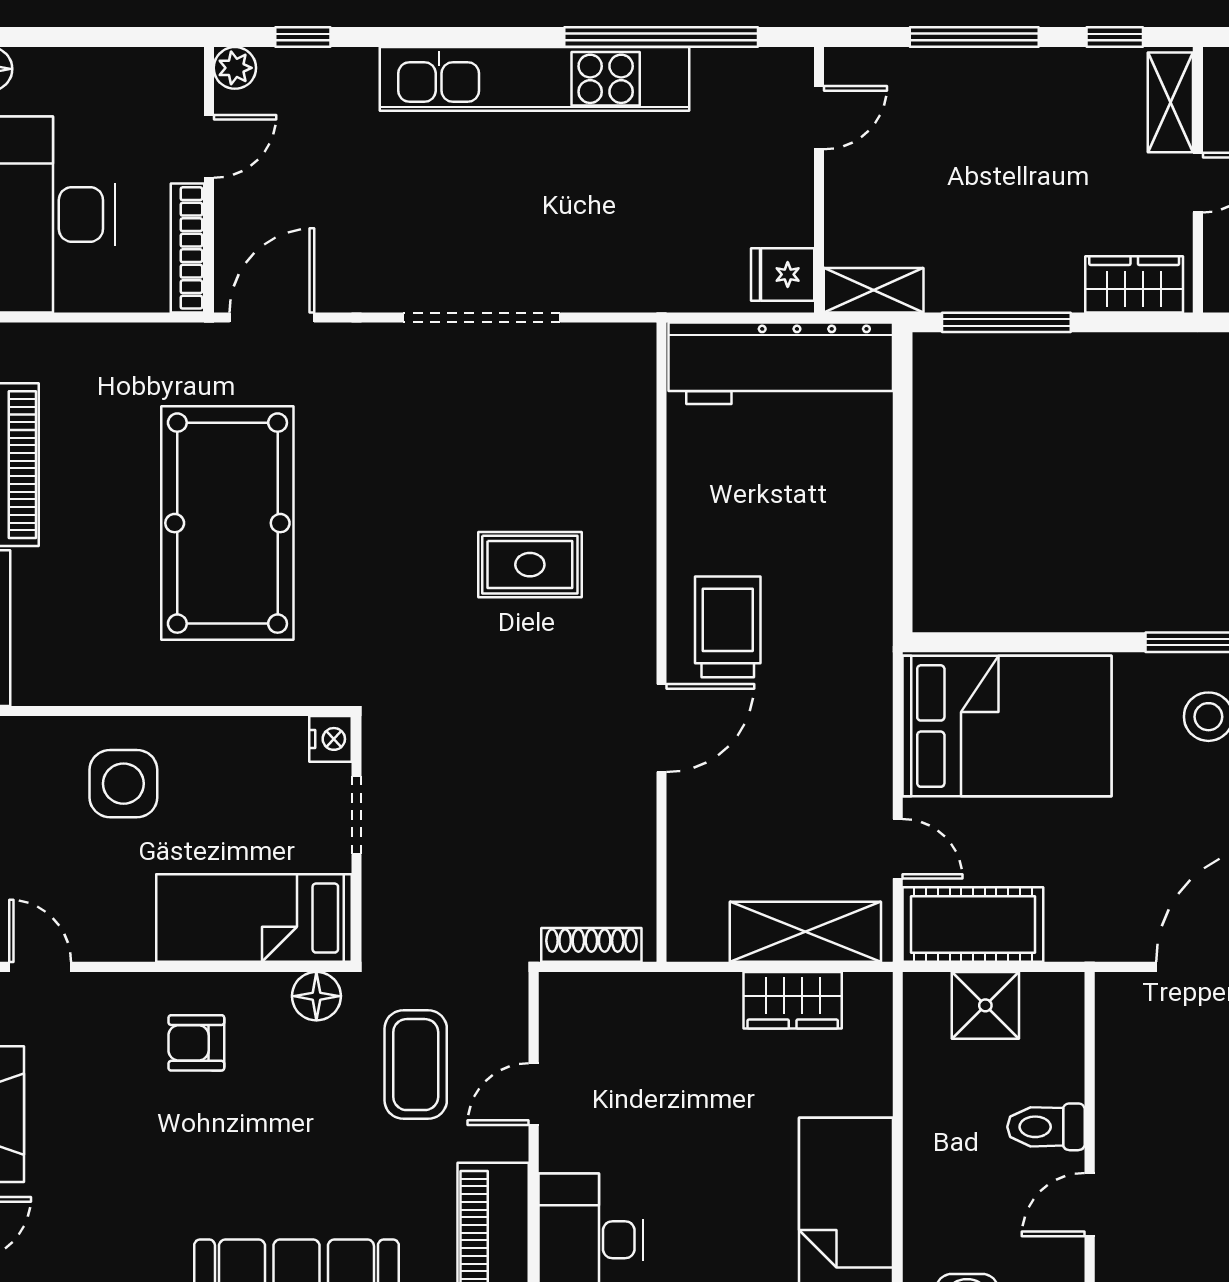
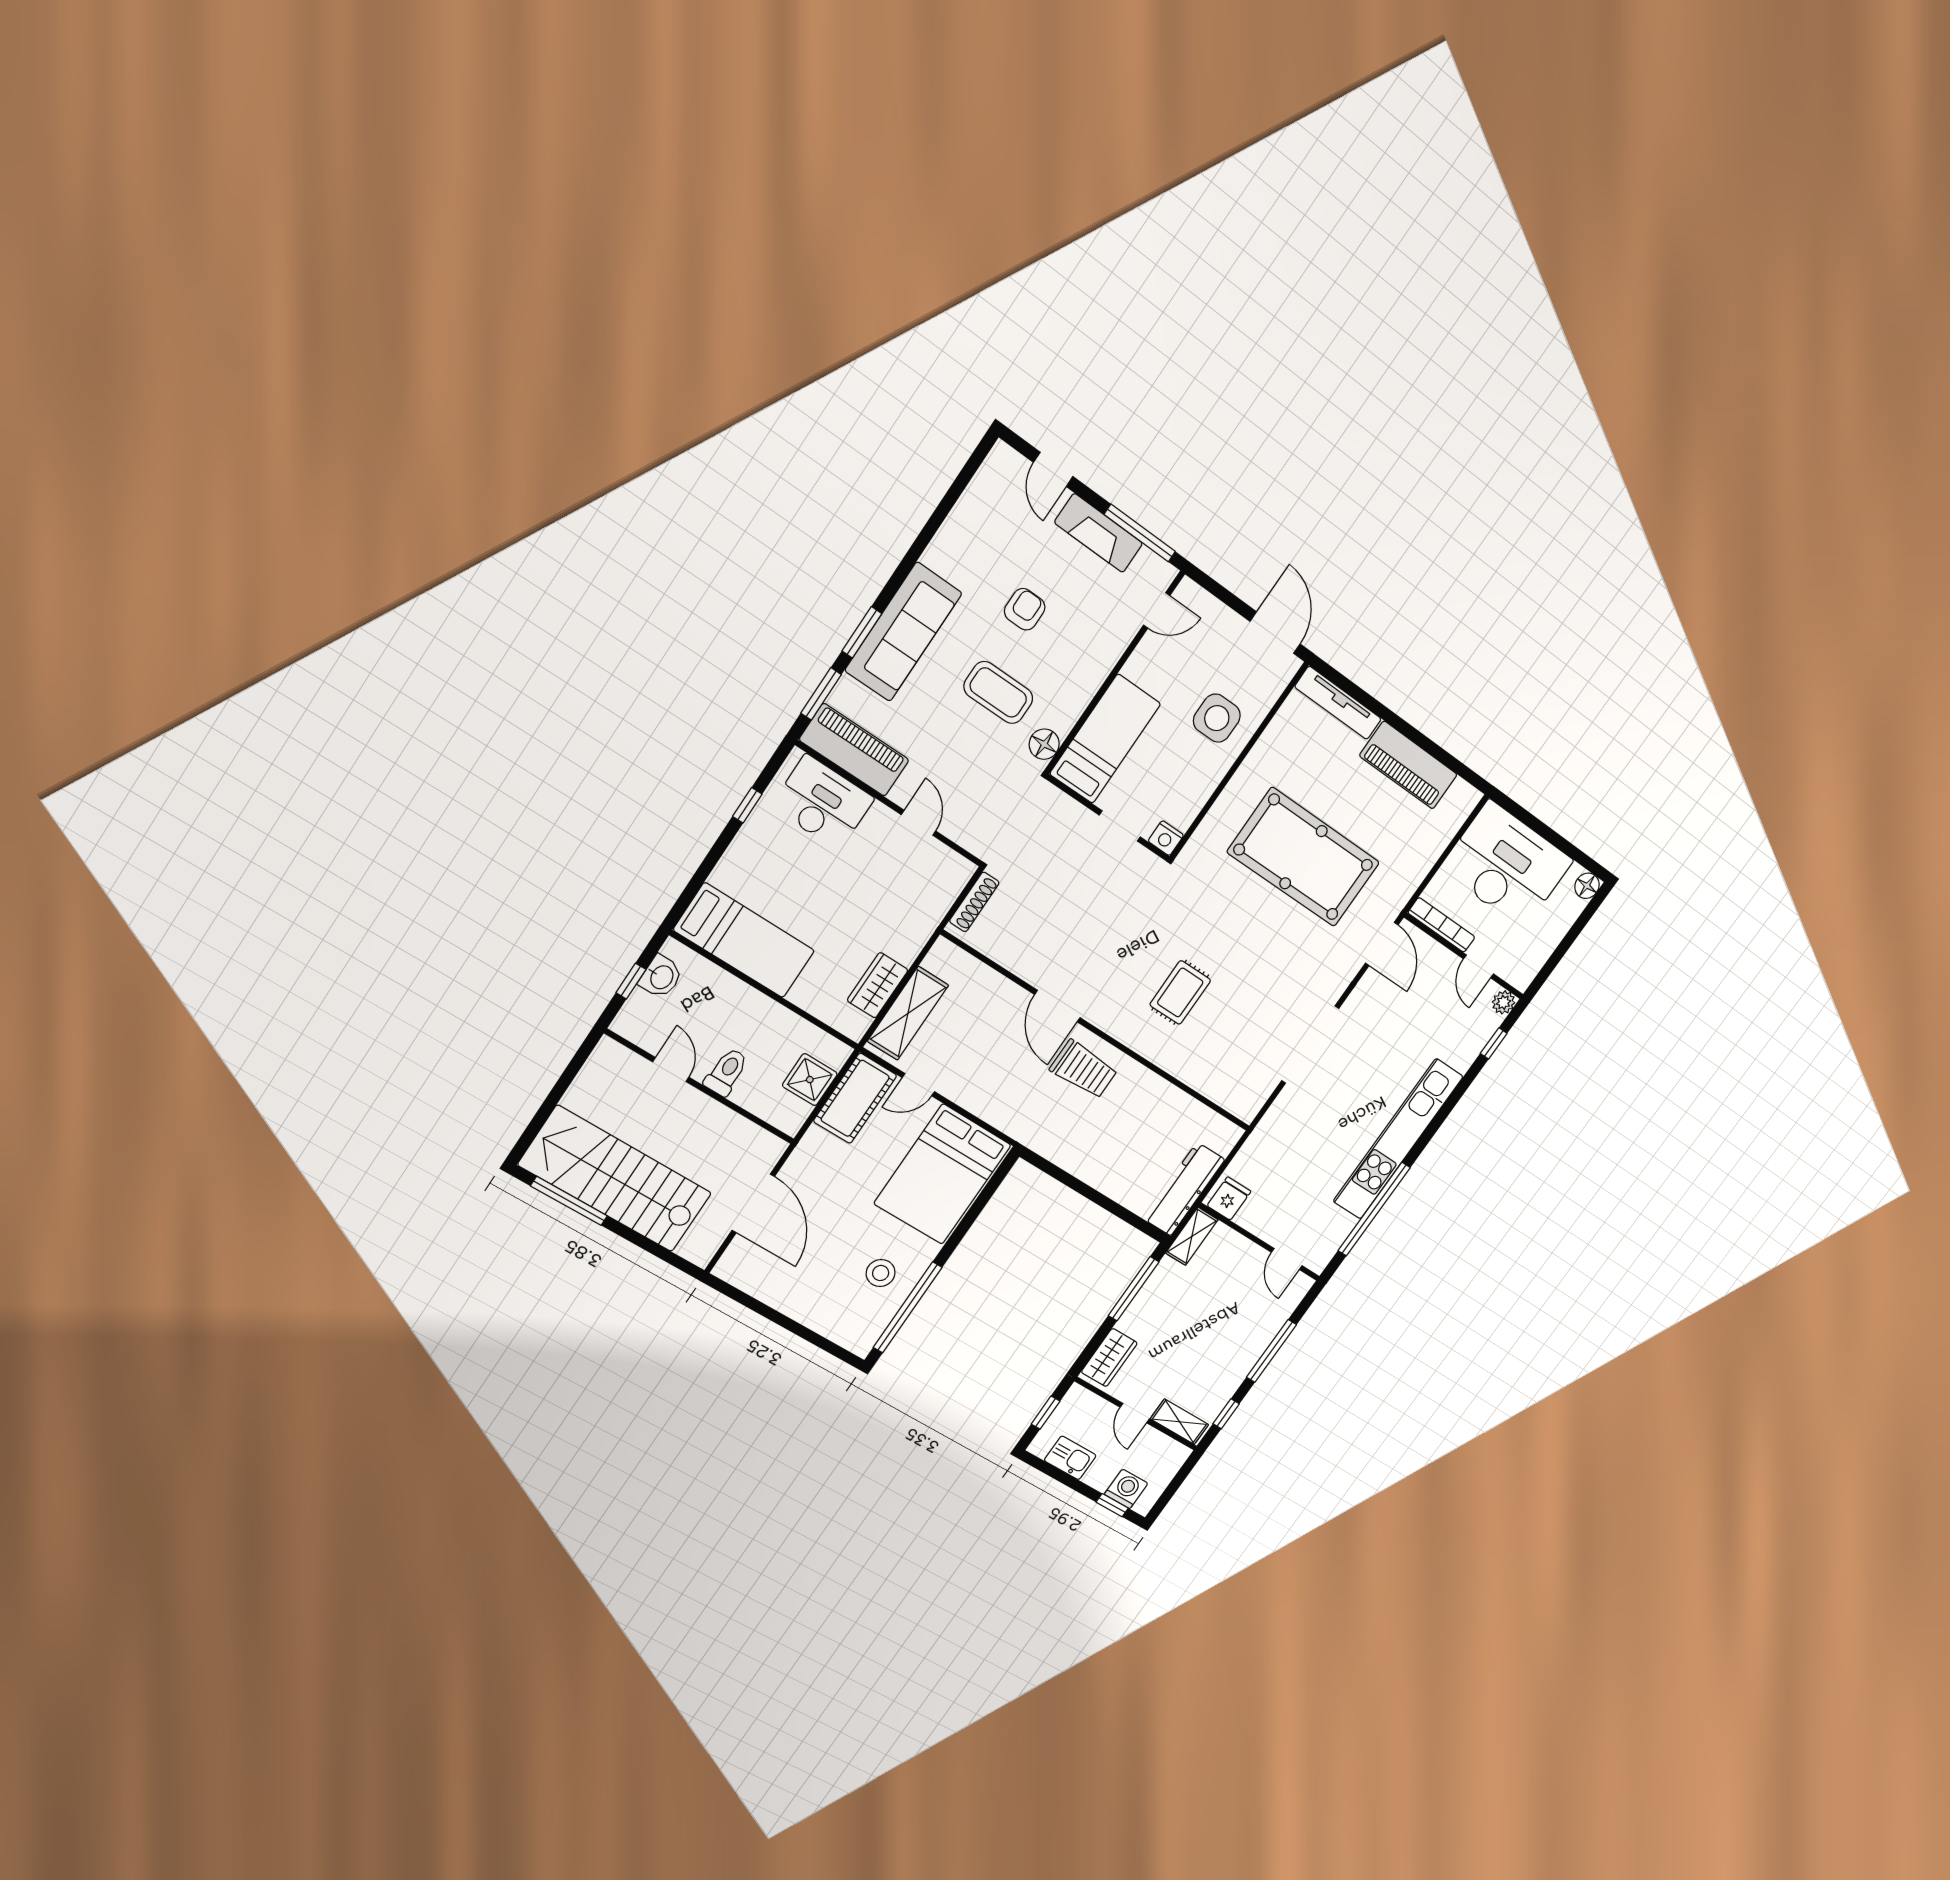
workbench: (781, 363) -> (1184, 1189), width x0.73, depth x0.76
armchair: (196, 1043) -> (1025, 609), moved
coffee table: (416, 1065) -> (998, 693), moved

